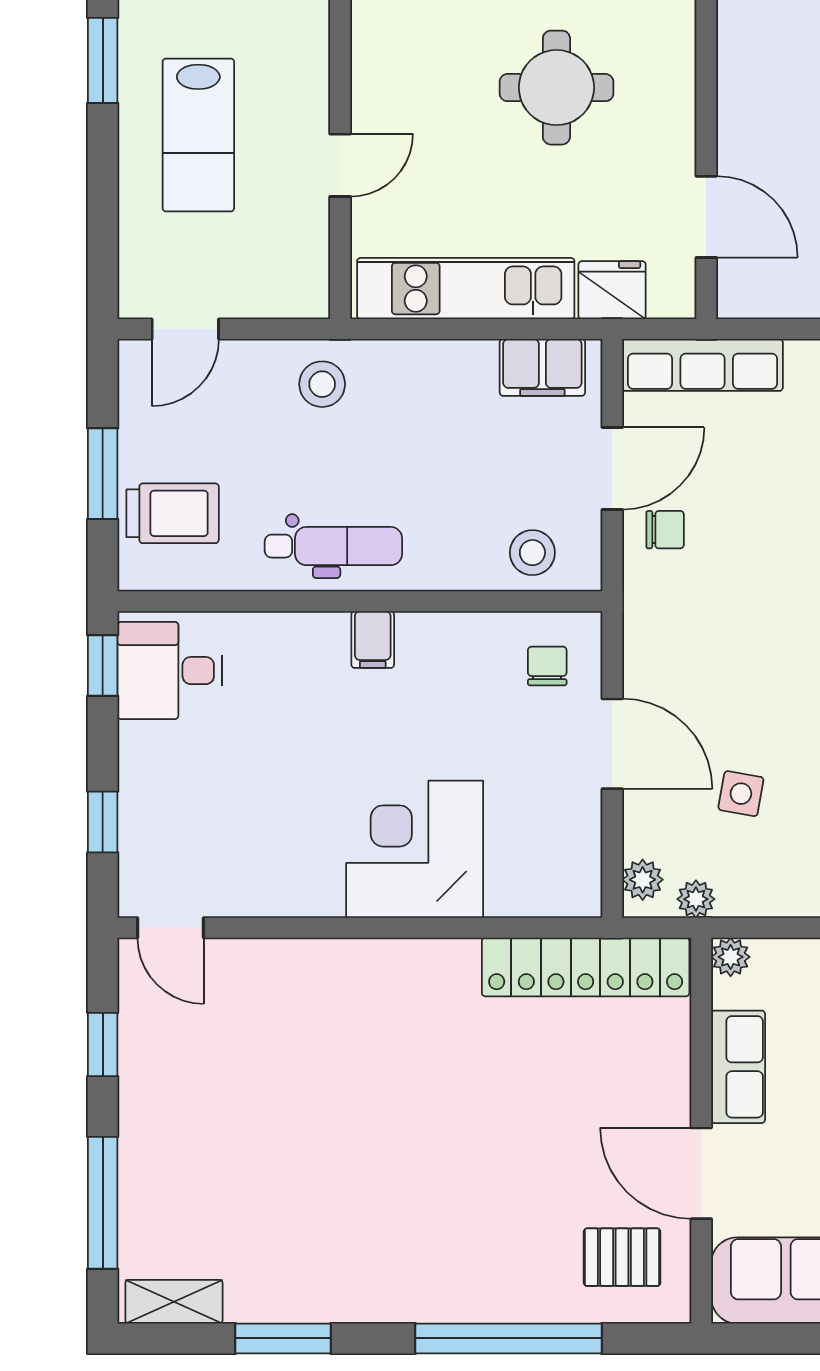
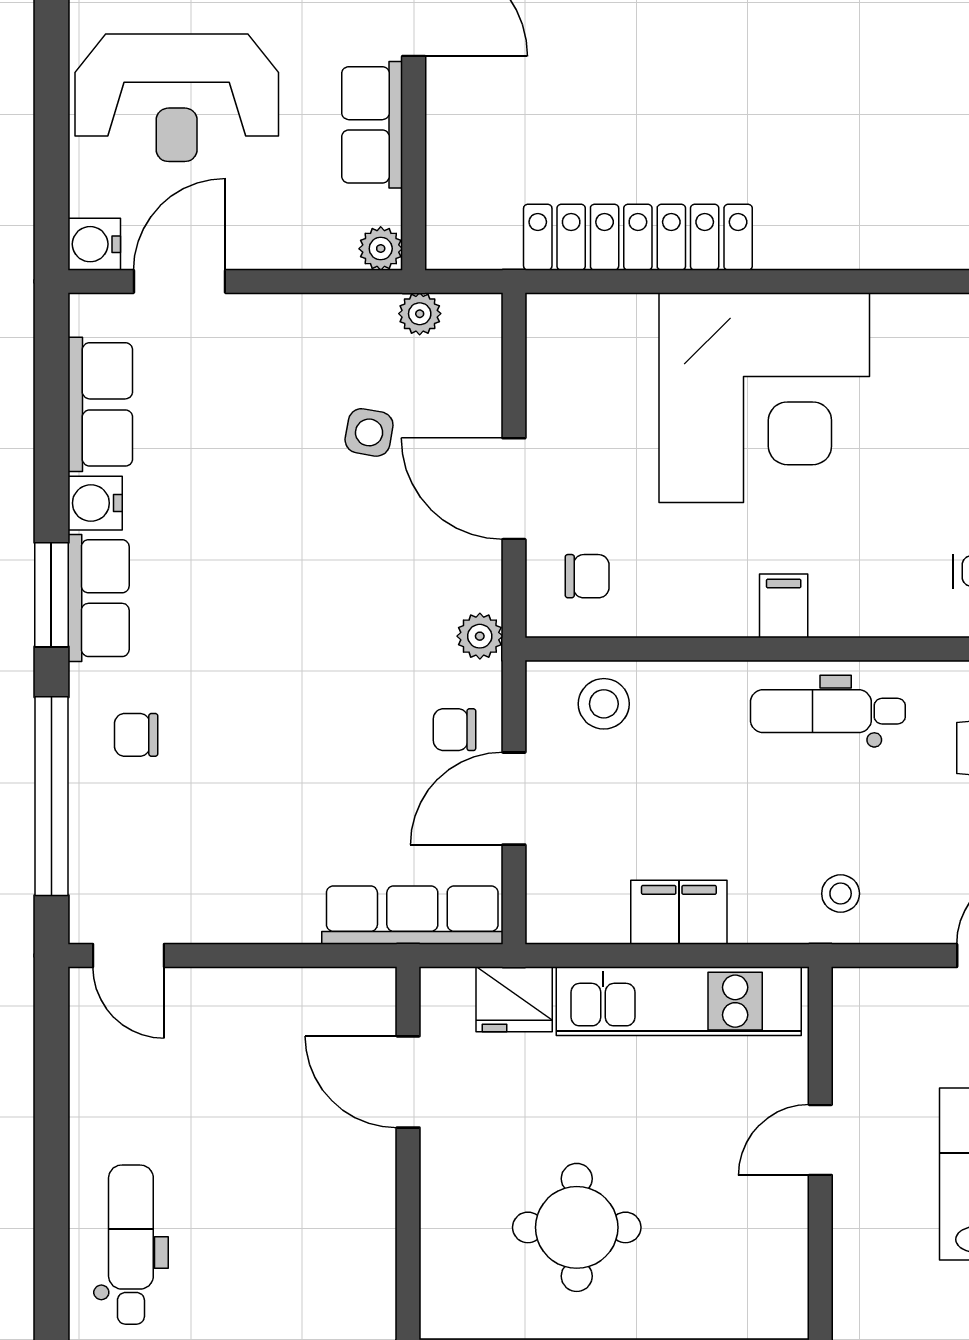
filing cabinet: (542, 367) -> (679, 912), moved
stool: (322, 384) -> (841, 894), width x0.73, depth x0.73
chair: (547, 666) -> (587, 576), turned -90
corner desk: (415, 849) -> (764, 398), width x1.36, depth x1.36
plant: (643, 880) -> (480, 636), moved
locker: (586, 967) -> (638, 237), moved

